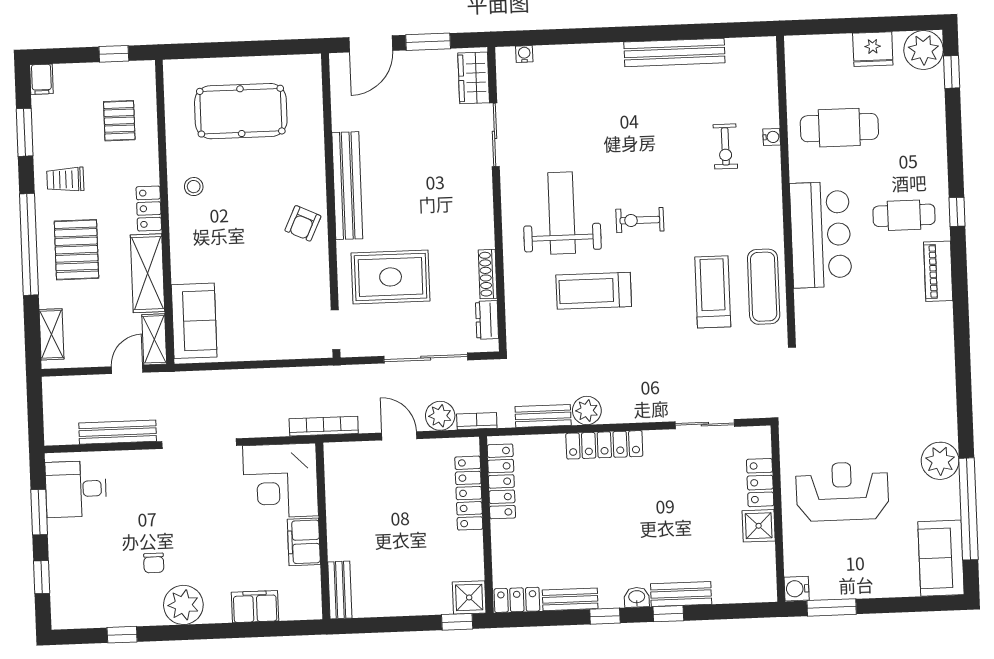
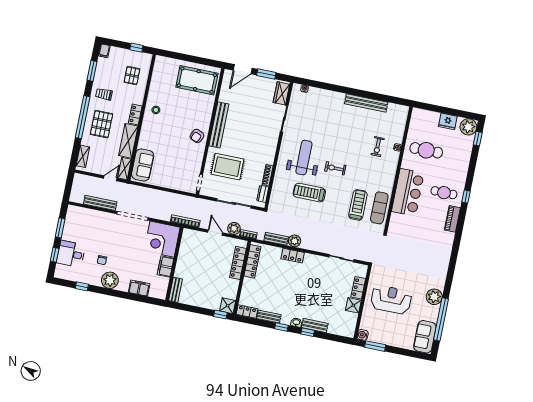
pool table: (241, 111) -> (197, 80), moved
locker: (604, 445) -> (293, 256), width x0.66
desk: (76, 489) -> (71, 254), moved

